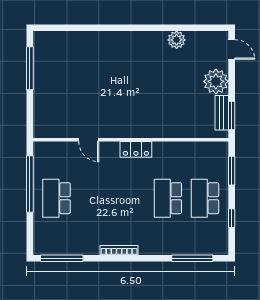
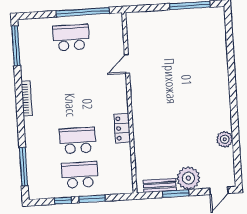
window: (232, 115) -> (176, 194), moved
locker: (136, 149) -> (122, 128), moved
window: (232, 171) -> (92, 199), moved

